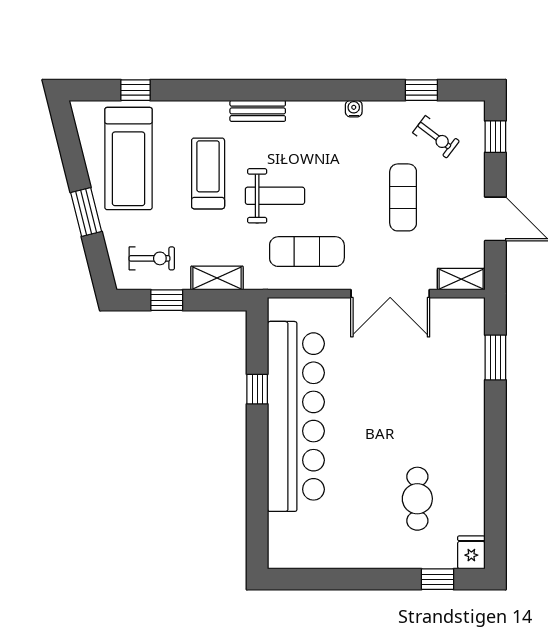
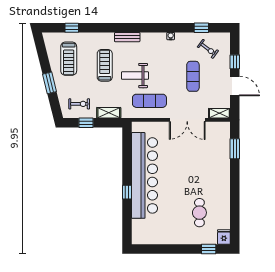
window: (495, 137) -> (235, 62), moved
treadmill: (128, 159) -> (69, 59), width x0.73, depth x0.73
weight bench: (275, 196) -> (135, 76), turned 180
window: (257, 389) -> (127, 192), moved

